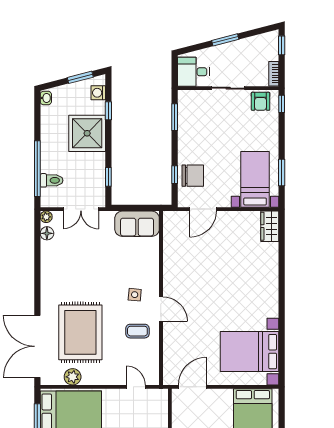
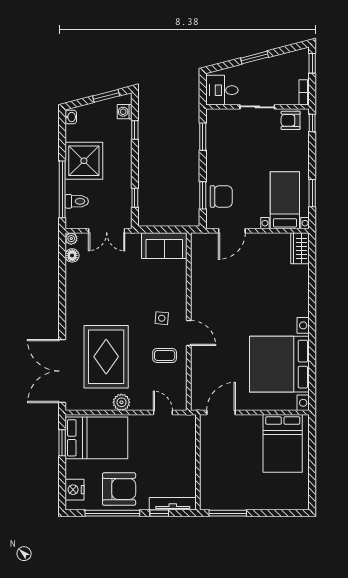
armchair: (261, 101) -> (291, 120), turned 90
shower: (87, 133) -> (84, 161), moved
window: (175, 175) -> (203, 195), width x1.50
bed with nightstands: (250, 352) -> (279, 364), width x1.36
plant: (73, 377) -> (121, 402), moved

